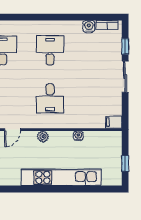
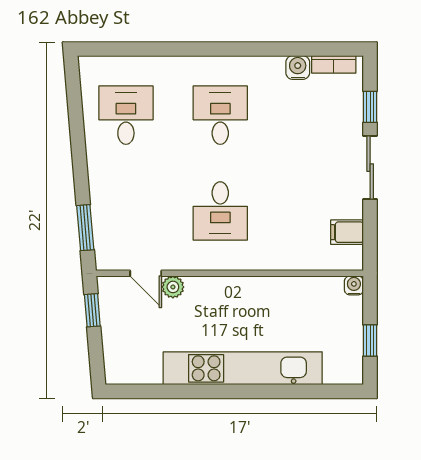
filing cabinet: (114, 122) -> (347, 232), moved
door: (13, 130) -> (146, 273), hinge flipped
water cooler: (78, 136) -> (354, 285), moved
plant: (43, 137) -> (173, 287), moved

